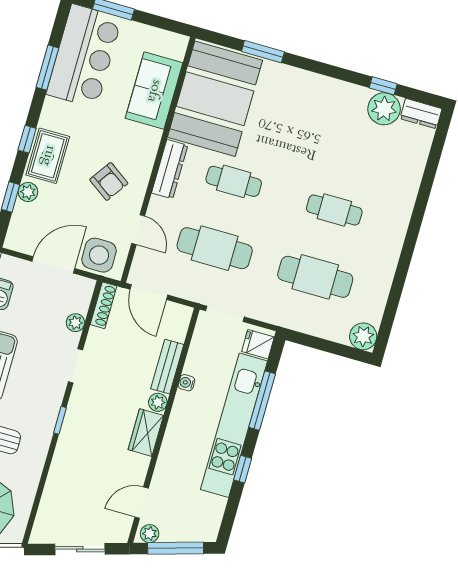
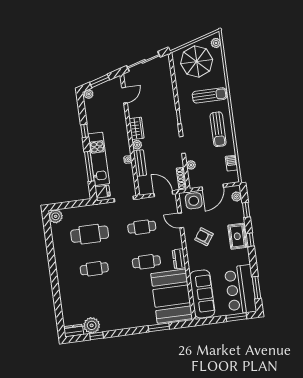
window: (47, 68) -> (257, 288), moved
sofa: (154, 91) -> (202, 294), width x1.36
dresser: (170, 169) -> (179, 259), width x0.70
plant: (28, 192) -> (237, 197), moved
cafe table: (215, 248) -> (142, 227), width x0.73, depth x0.74
kitchen unit: (234, 425) -> (99, 159), width x0.73
plant: (150, 534) -> (89, 94), moved
window: (176, 548) -> (100, 81), width x0.69
sliding door: (80, 549) -> (144, 61), width x1.37

